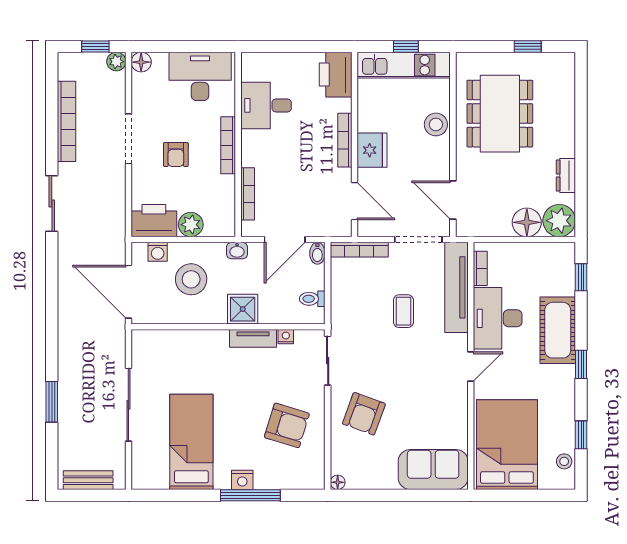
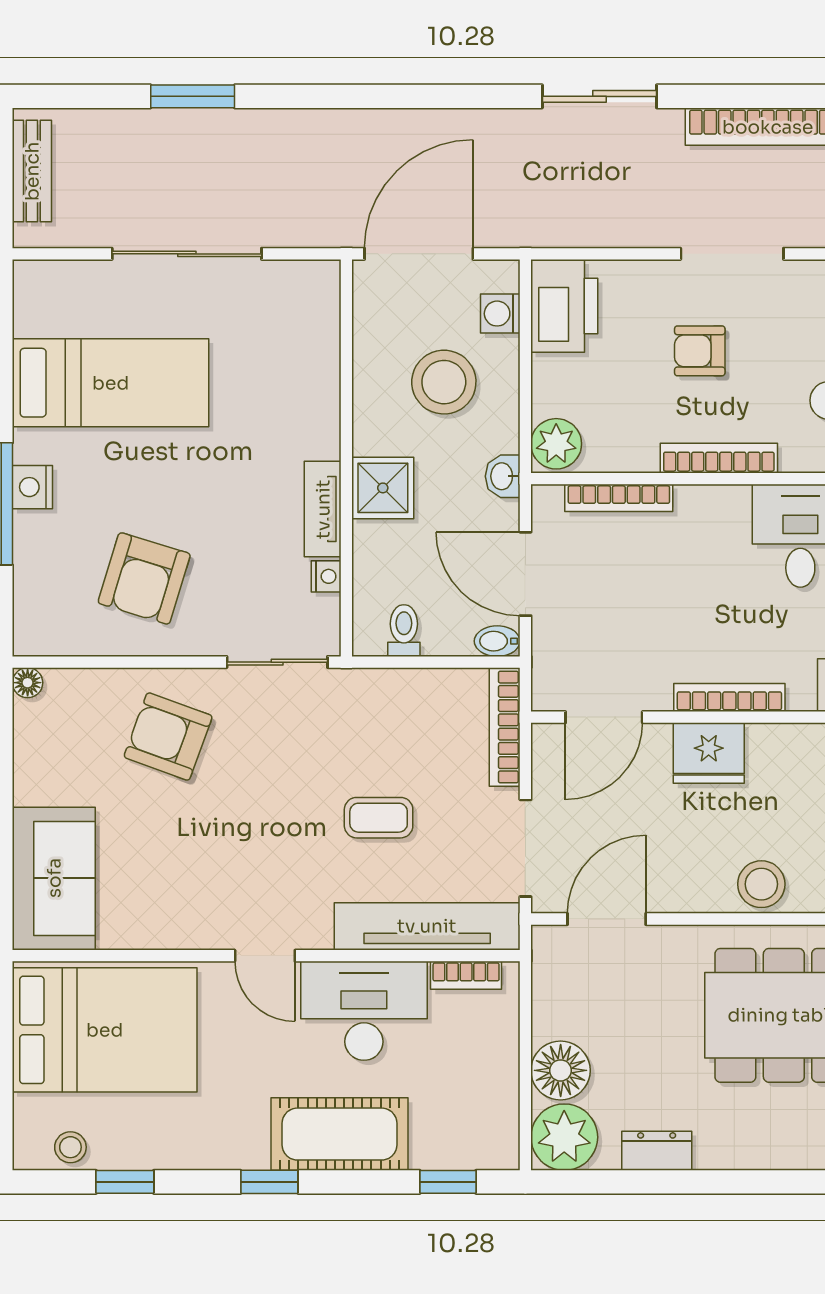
plant: (191, 225) -> (556, 444), moved

